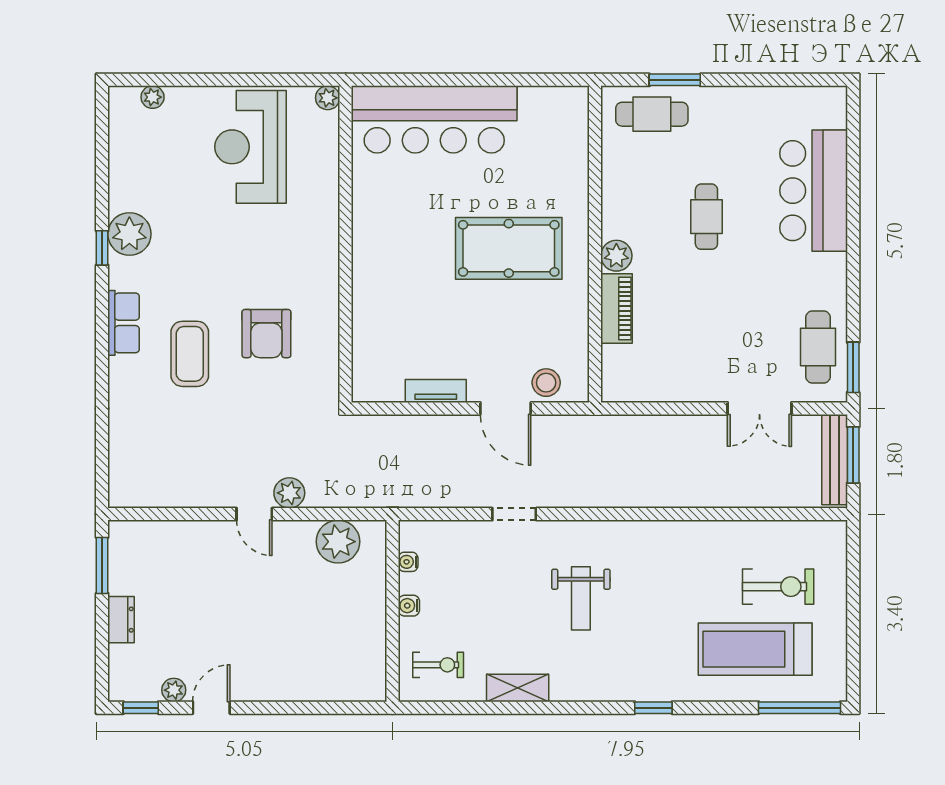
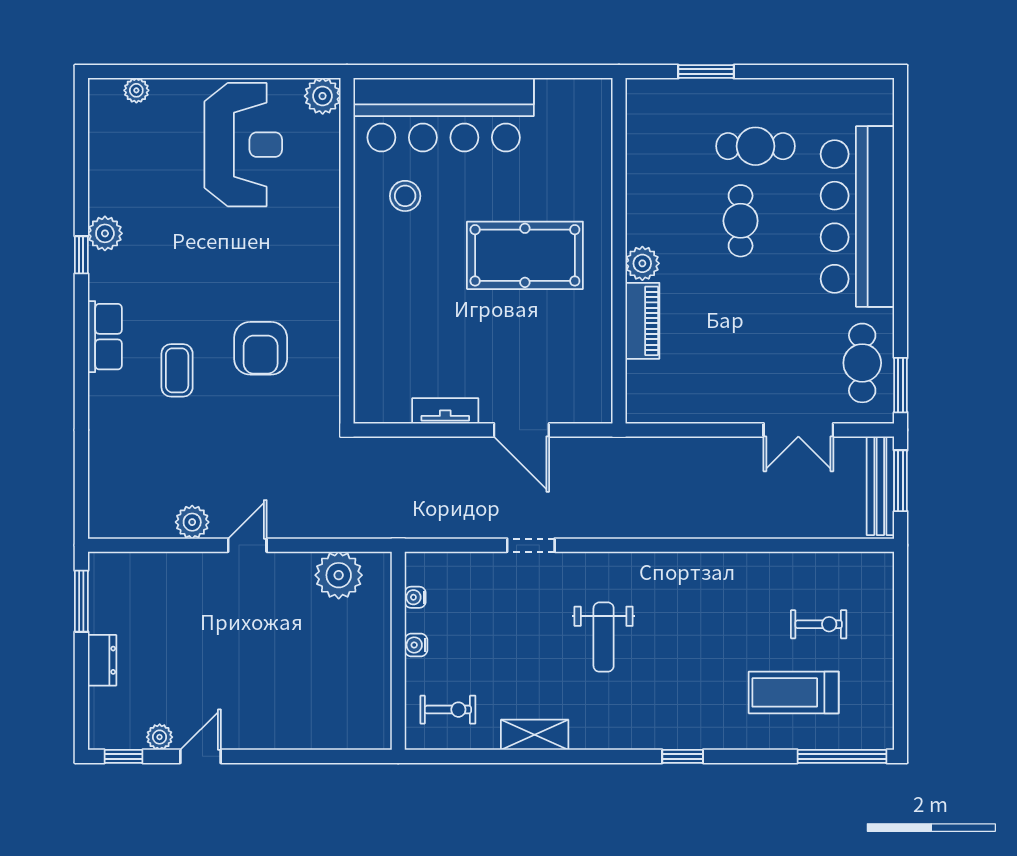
plant: (328, 98) -> (323, 96), width x1.38, depth x1.38
cafe table: (652, 114) -> (756, 146), moved
reception desk: (251, 147) -> (243, 145), turned 180
bar counter: (814, 191) -> (857, 216), width x1.36
plant: (129, 234) -> (105, 233), width x0.73, depth x0.73
coffee table: (190, 354) -> (177, 370), width x0.73, depth x0.77
stool: (546, 383) -> (405, 196), moved
plant: (289, 493) -> (192, 522), moved
door: (254, 514) -> (247, 545), swing flipped
exercise bike: (778, 587) -> (819, 624), width x0.73, depth x0.72
treadmill: (755, 649) -> (794, 692), width x0.73, depth x0.73

